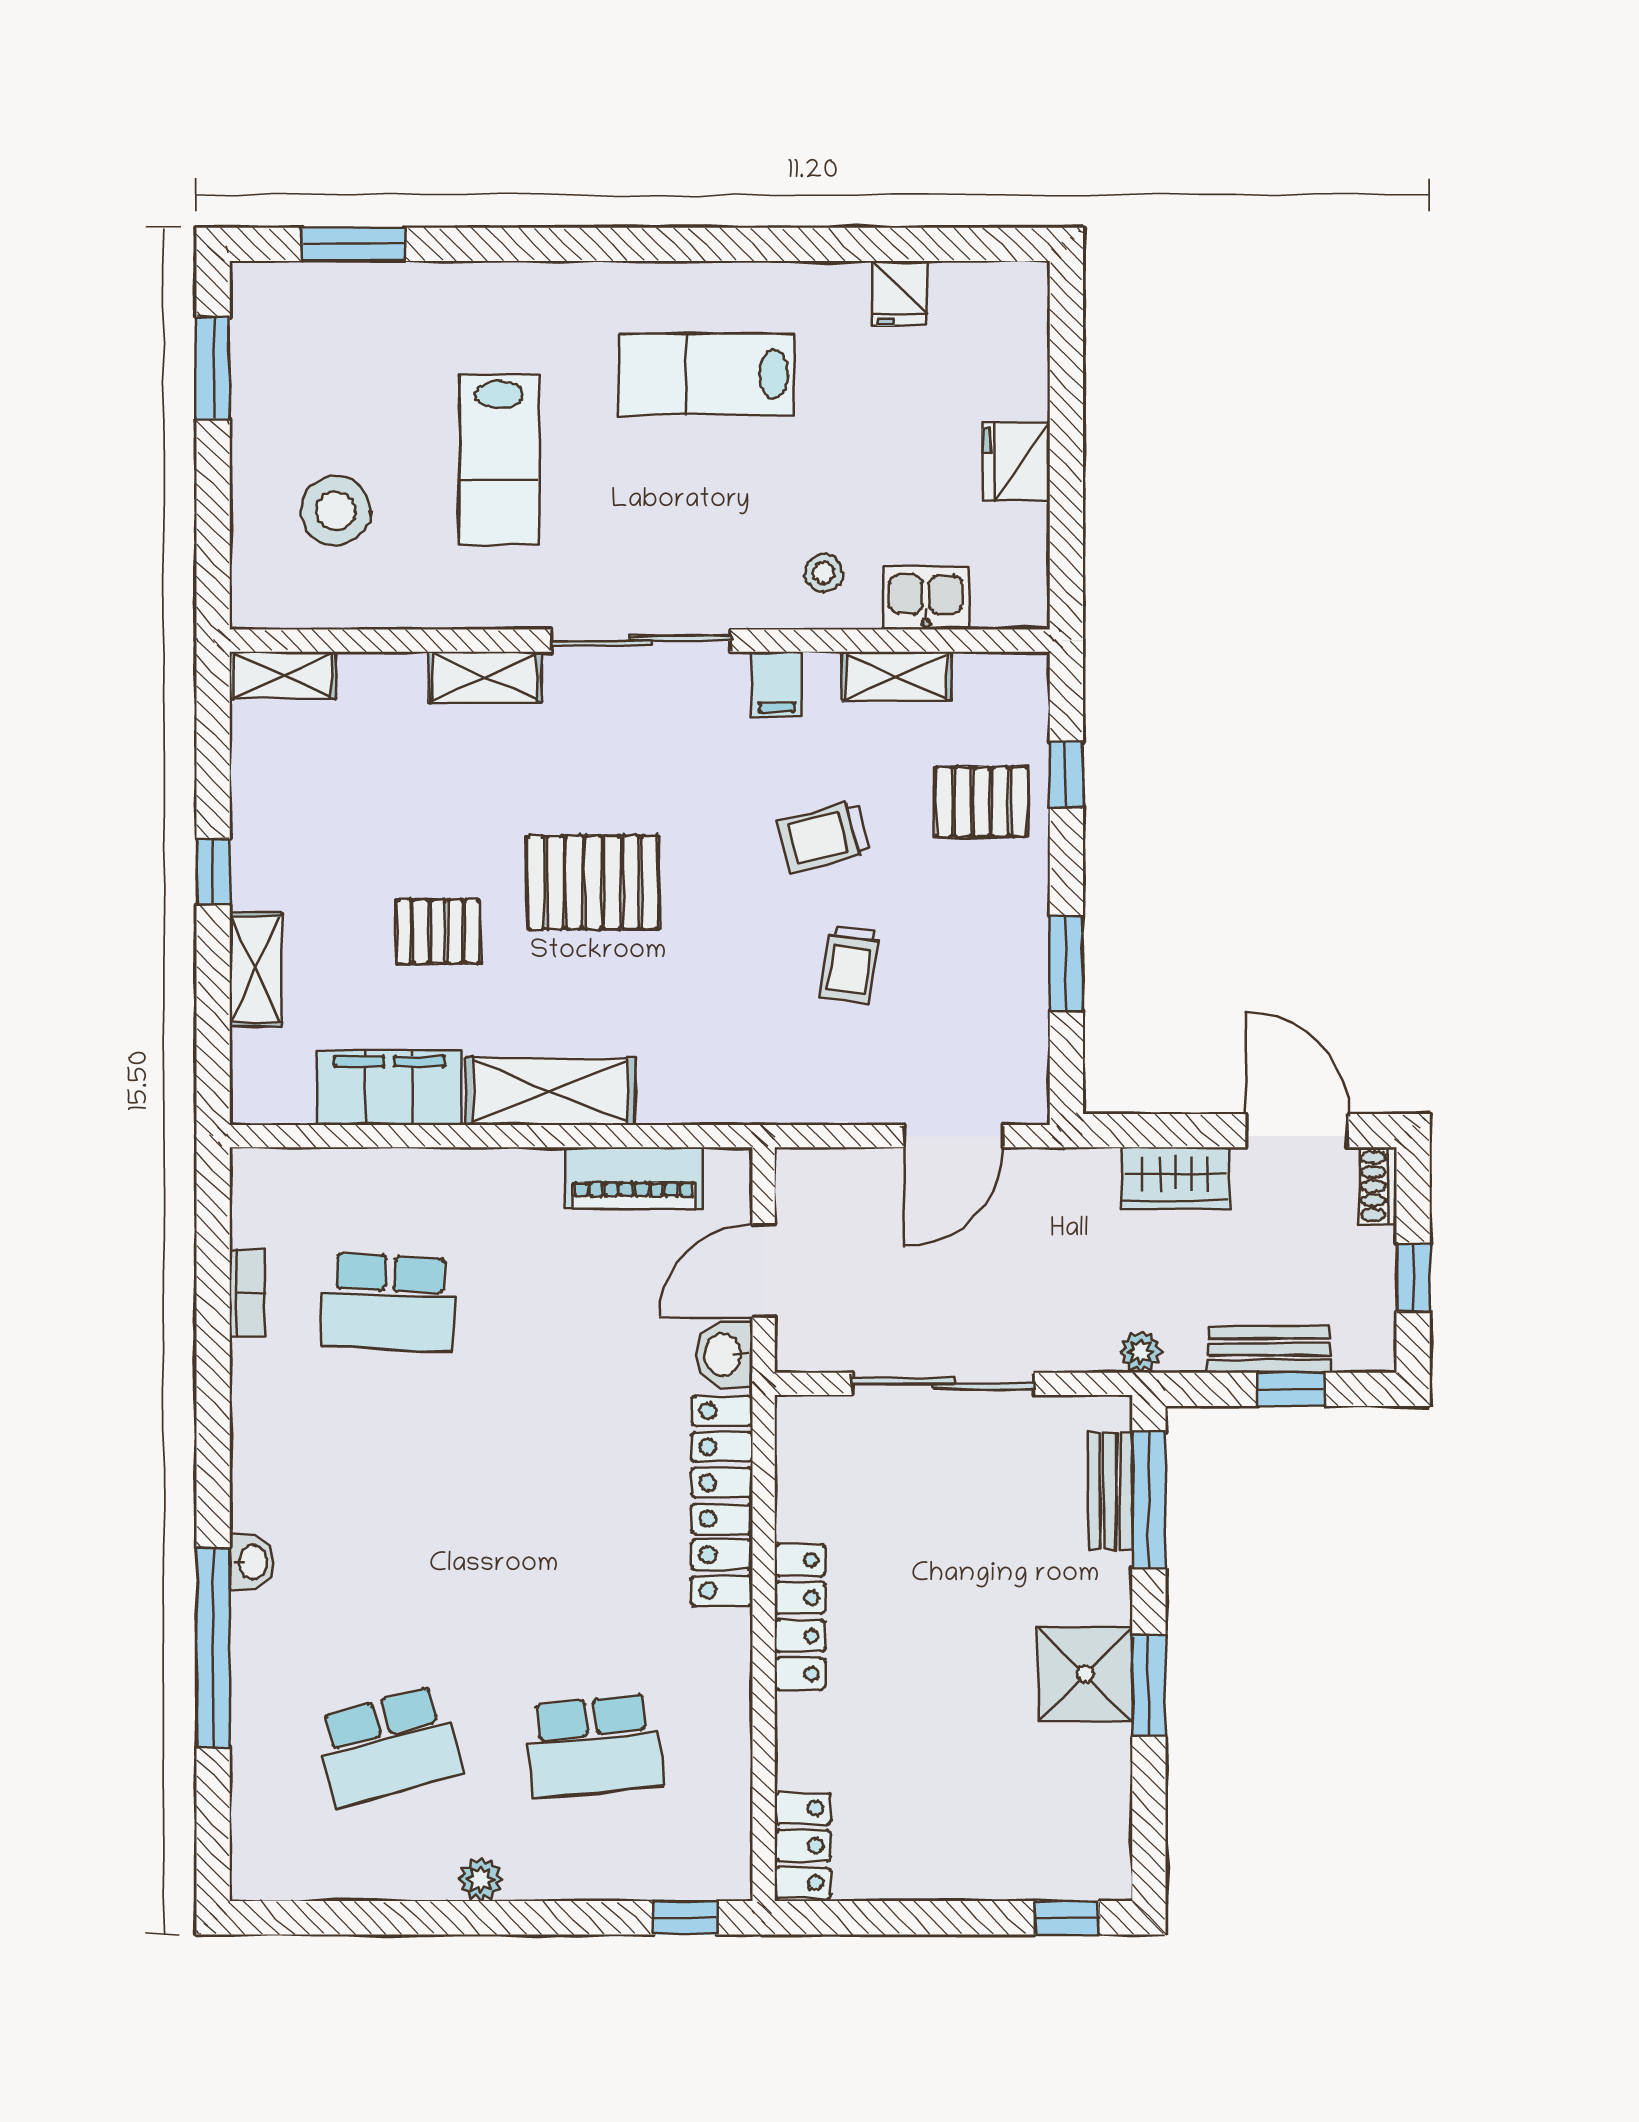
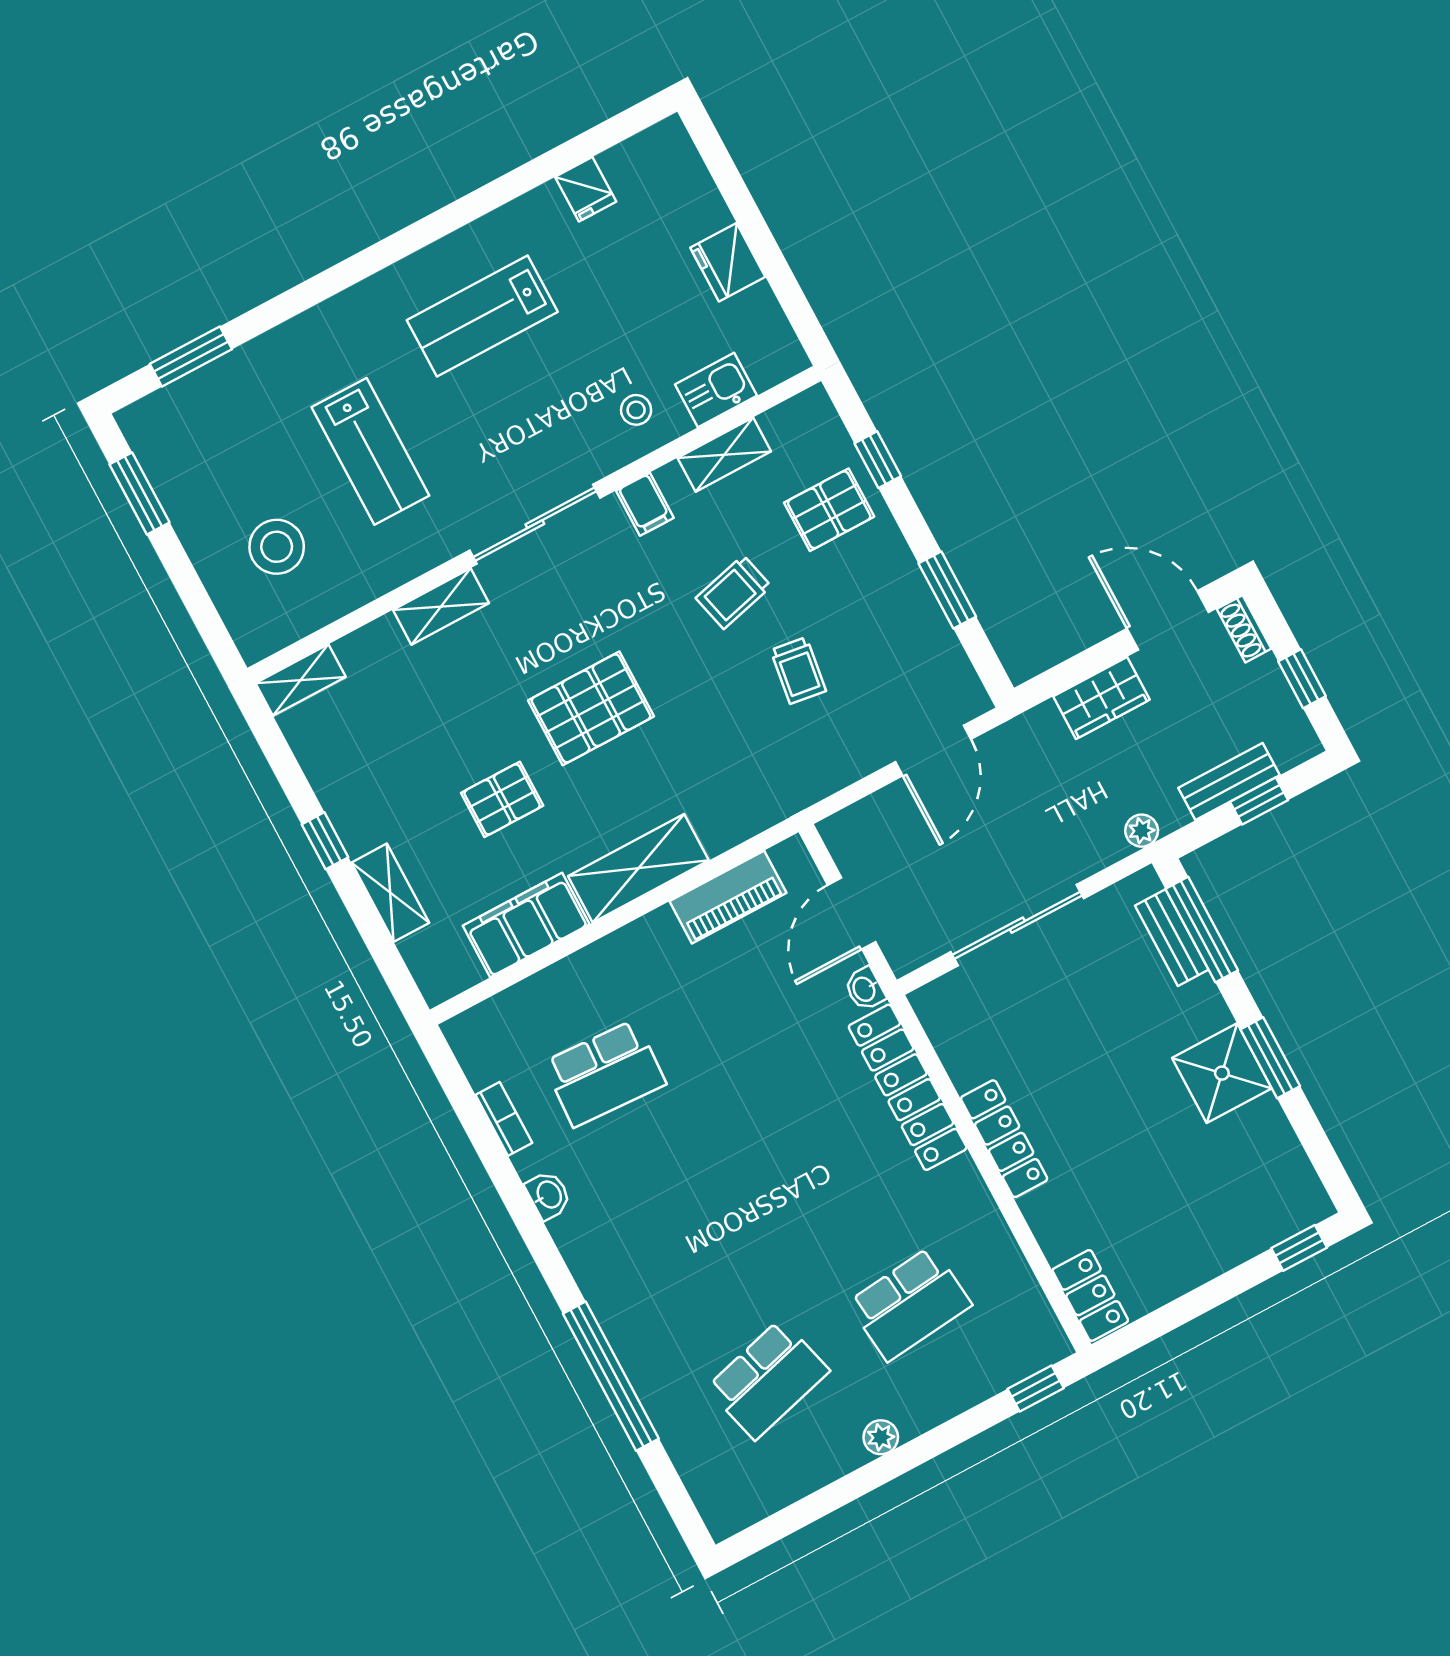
washbasin: (724, 1354) -> (865, 989), width x0.72, depth x0.69
washbasin: (252, 1562) -> (548, 1195), moved

